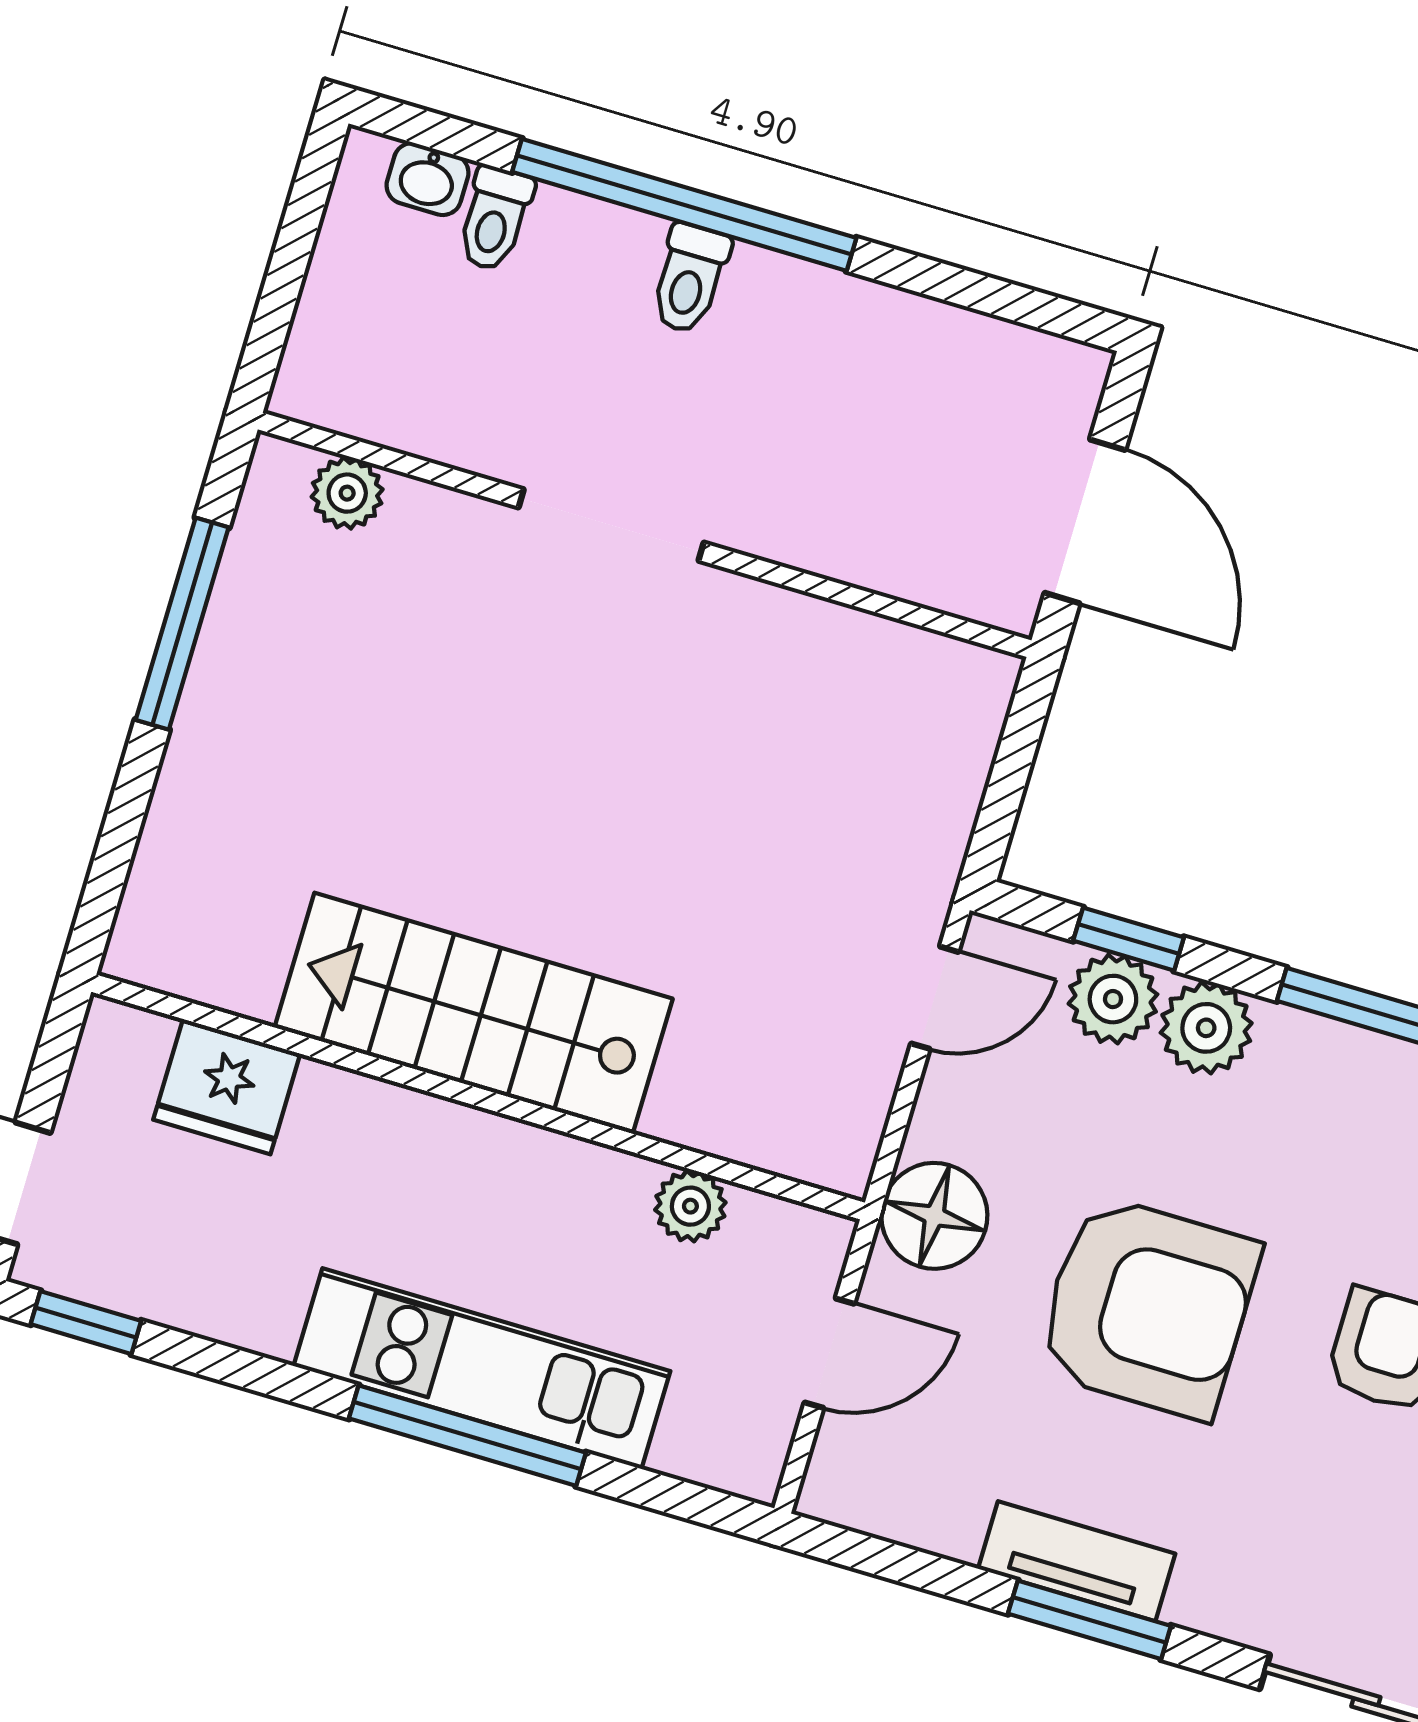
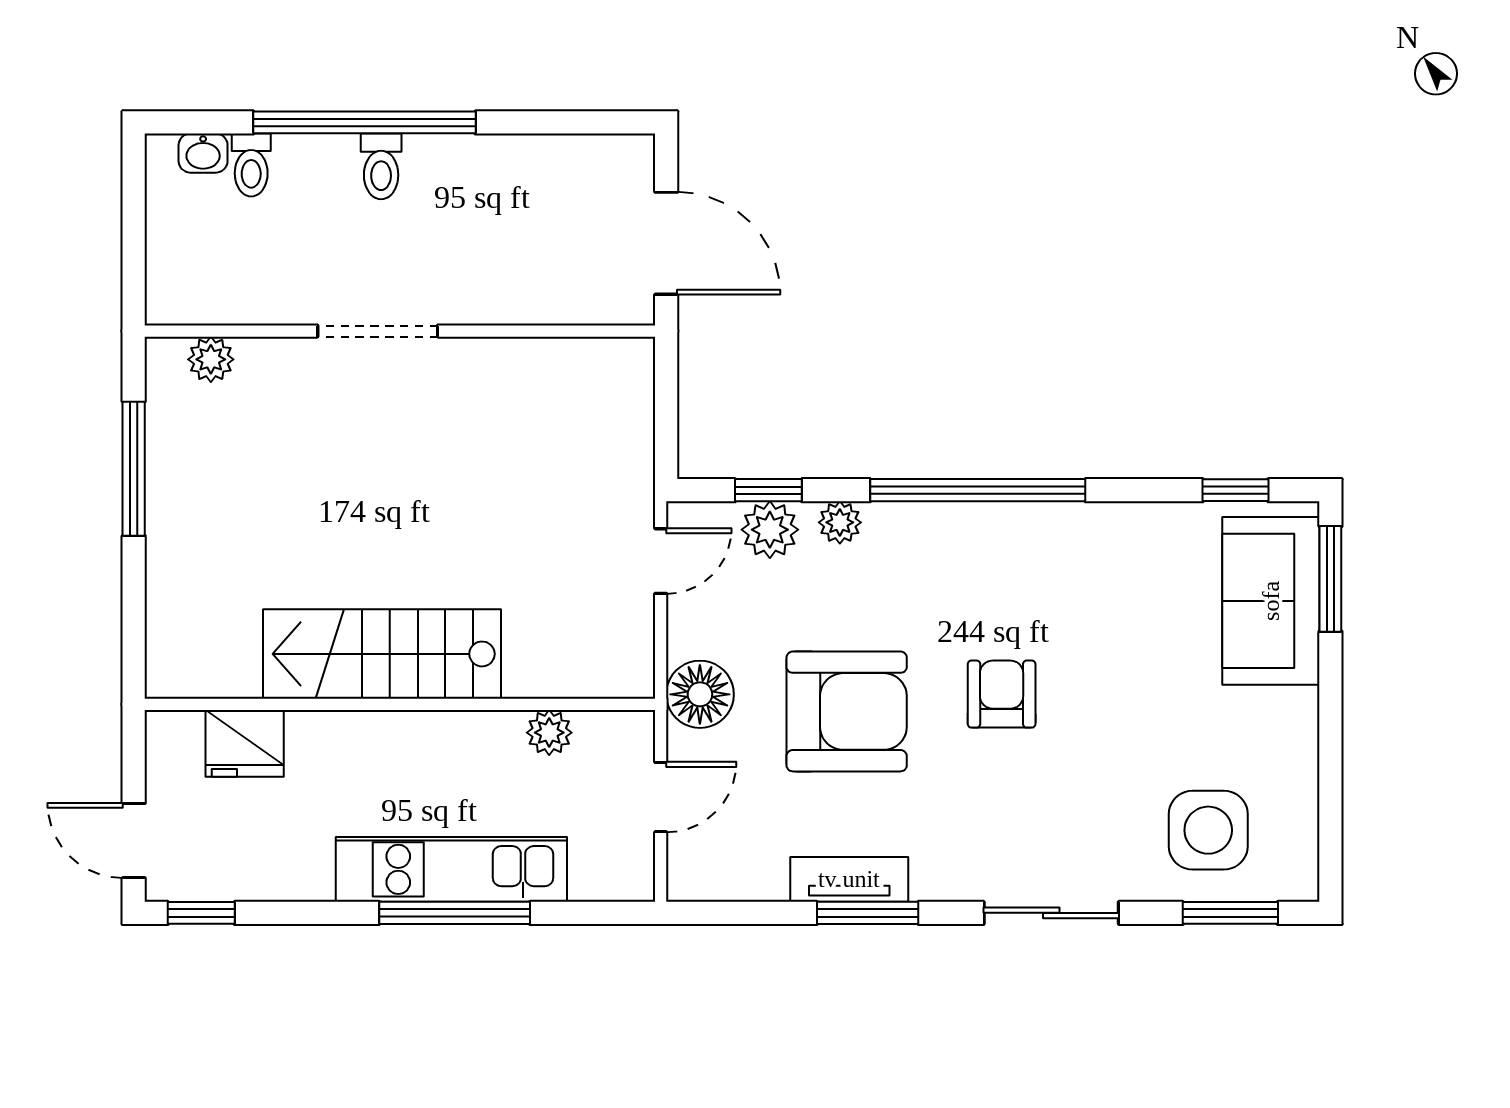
plant: (1206, 1028) -> (840, 522), width x0.73, depth x0.73

